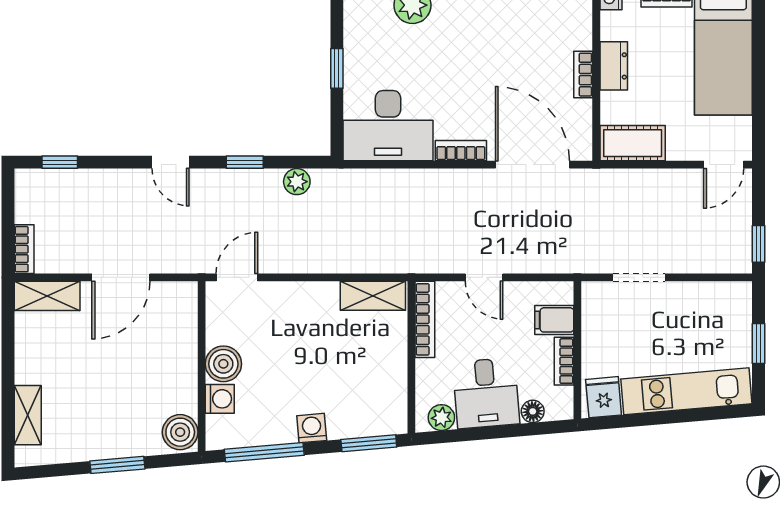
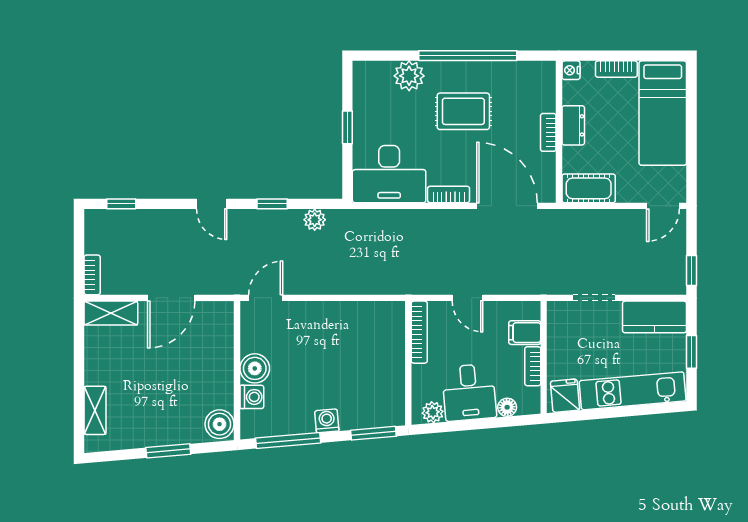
rug: (479, 49) -> (463, 111), added
shelving: (373, 296) -> (377, 313), removed
kitchen counter: (713, 301) -> (654, 317), added

